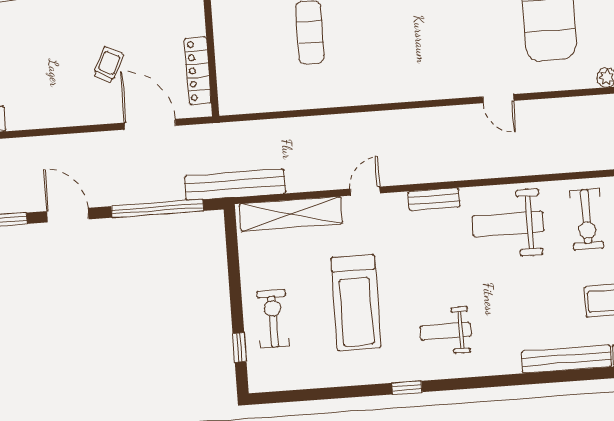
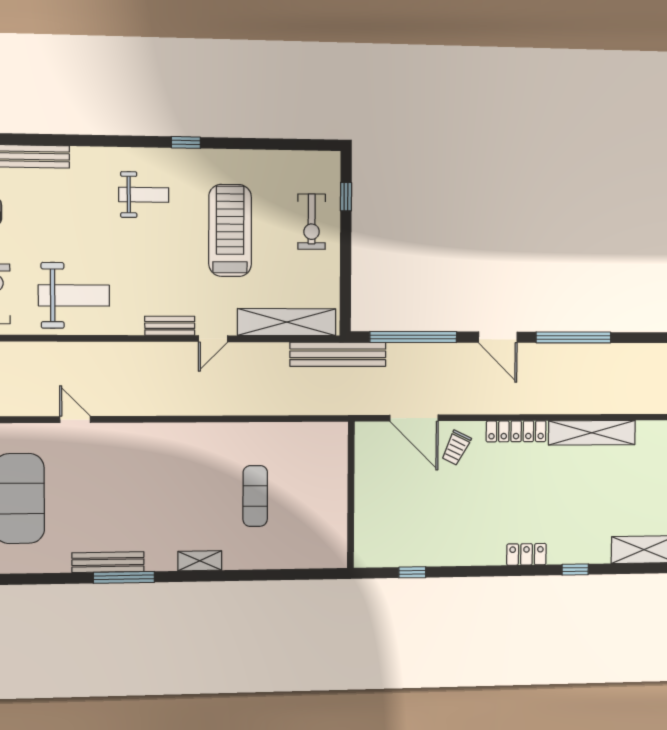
trolley: (108, 65) -> (456, 448), moved
locker: (198, 71) -> (516, 431), moved, turned 90
bench: (434, 199) -> (170, 326), moved

